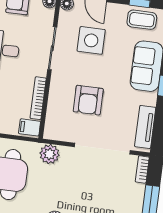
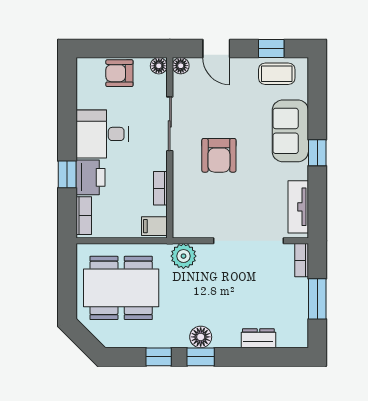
side table: (91, 40) -> (217, 108), removed
bookcase: (38, 98) -> (160, 188), width x0.64
armchair: (88, 100) -> (219, 155), moved

